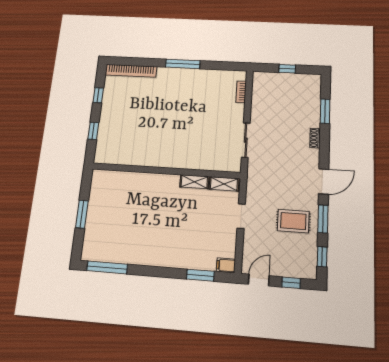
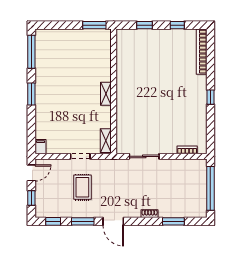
window: (183, 64) -> (210, 97), width x0.46
window: (287, 69) -> (210, 188), width x3.17
shelving: (194, 182) -> (106, 94), moved
window: (82, 214) -> (94, 25), moved
rug: (293, 221) -> (82, 187), moved
window: (200, 275) -> (31, 94), moved
door: (259, 280) -> (31, 173), hinge flipped

